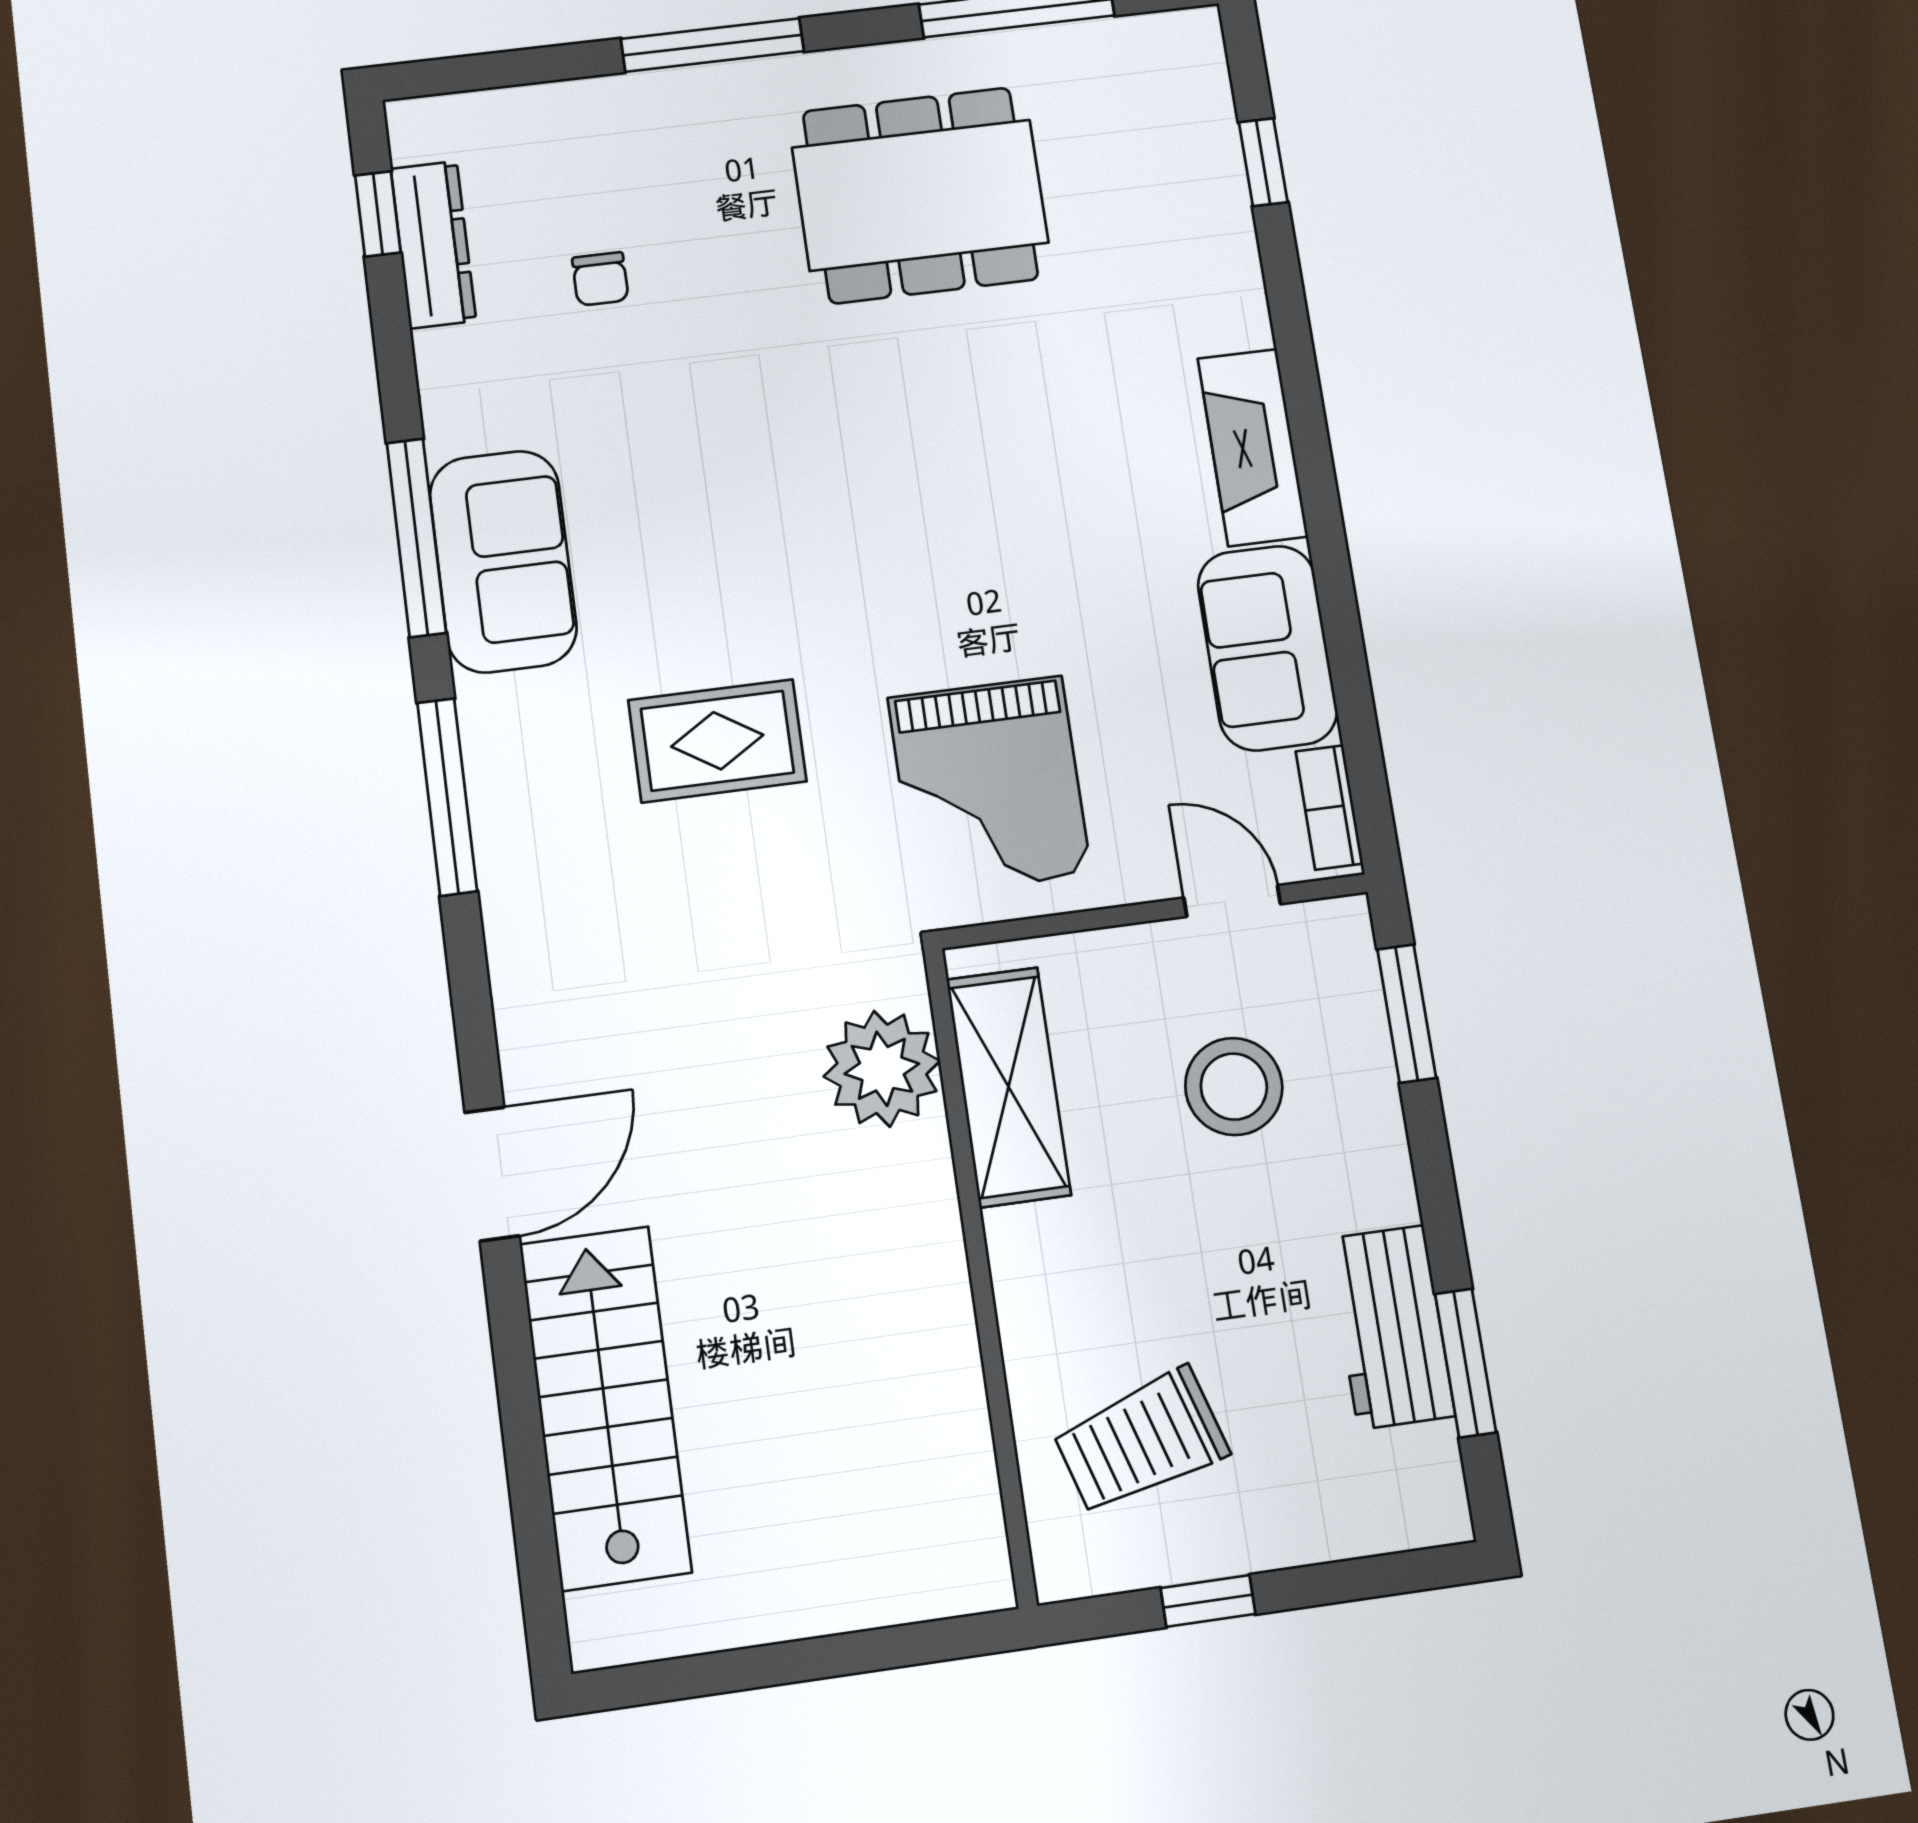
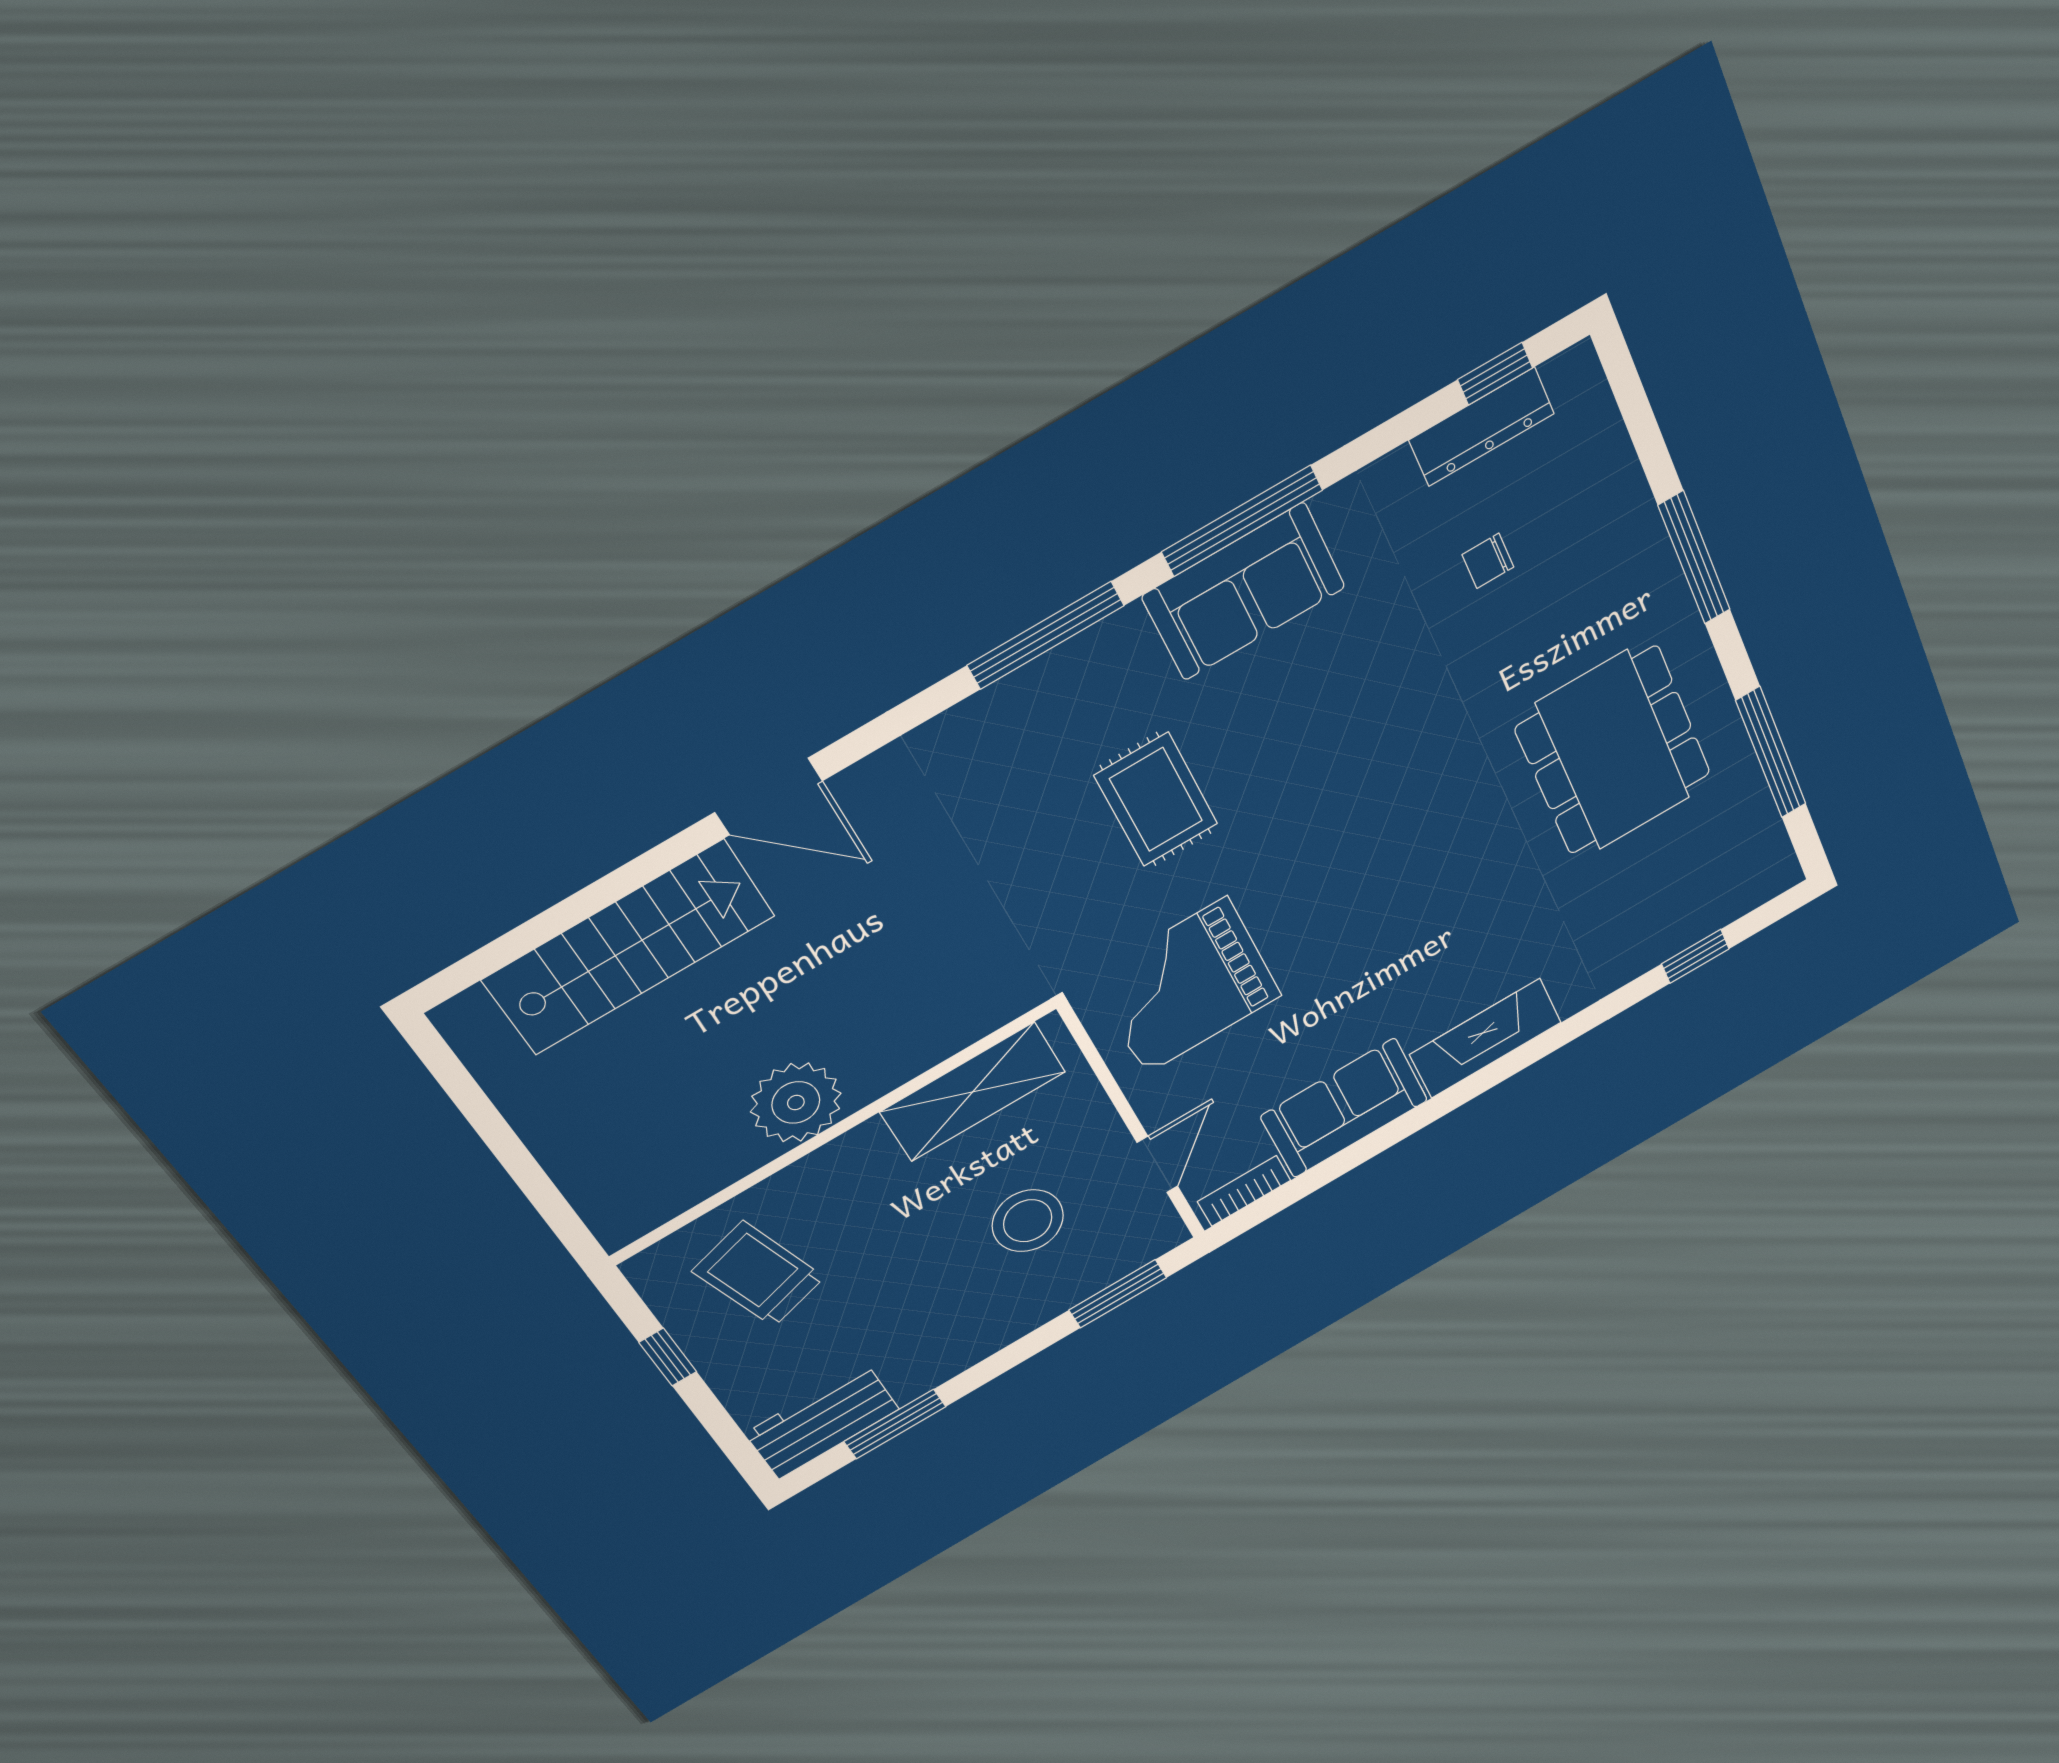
plant: (882, 1069) -> (796, 1102), moved
workbench: (1391, 1327) -> (822, 1421), moved

